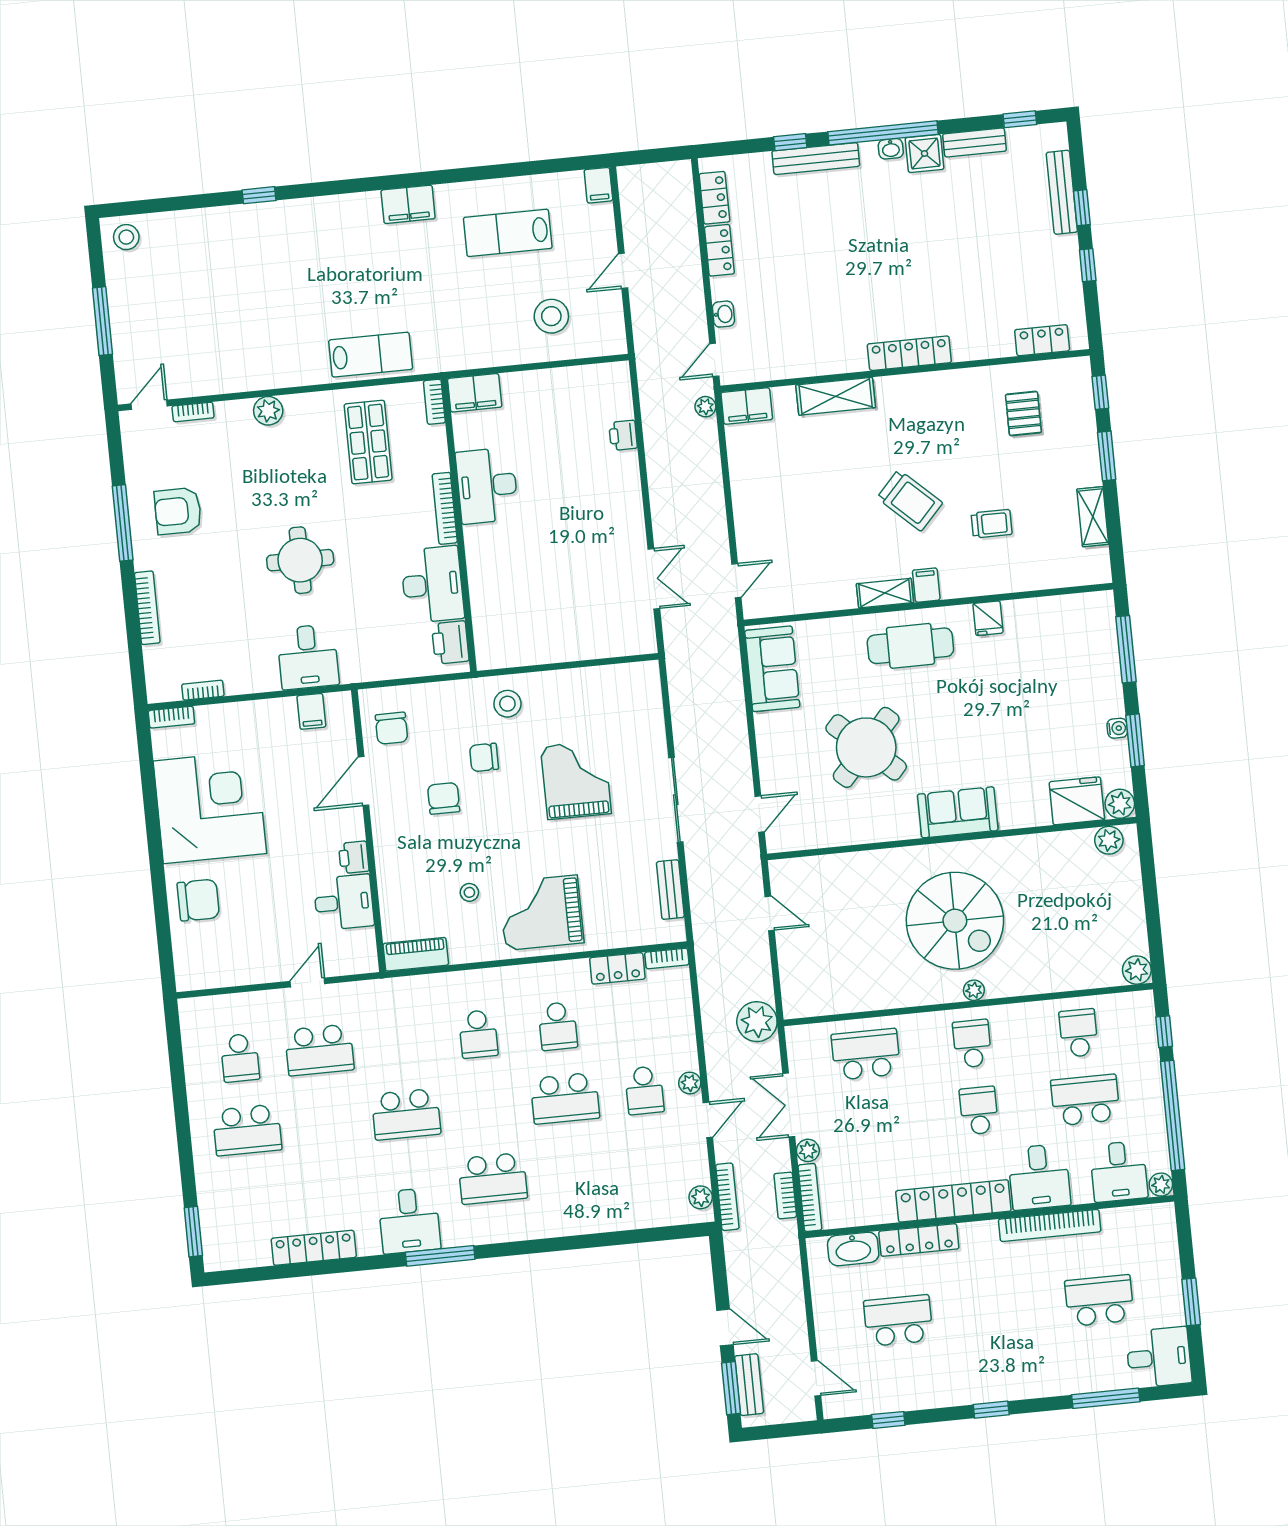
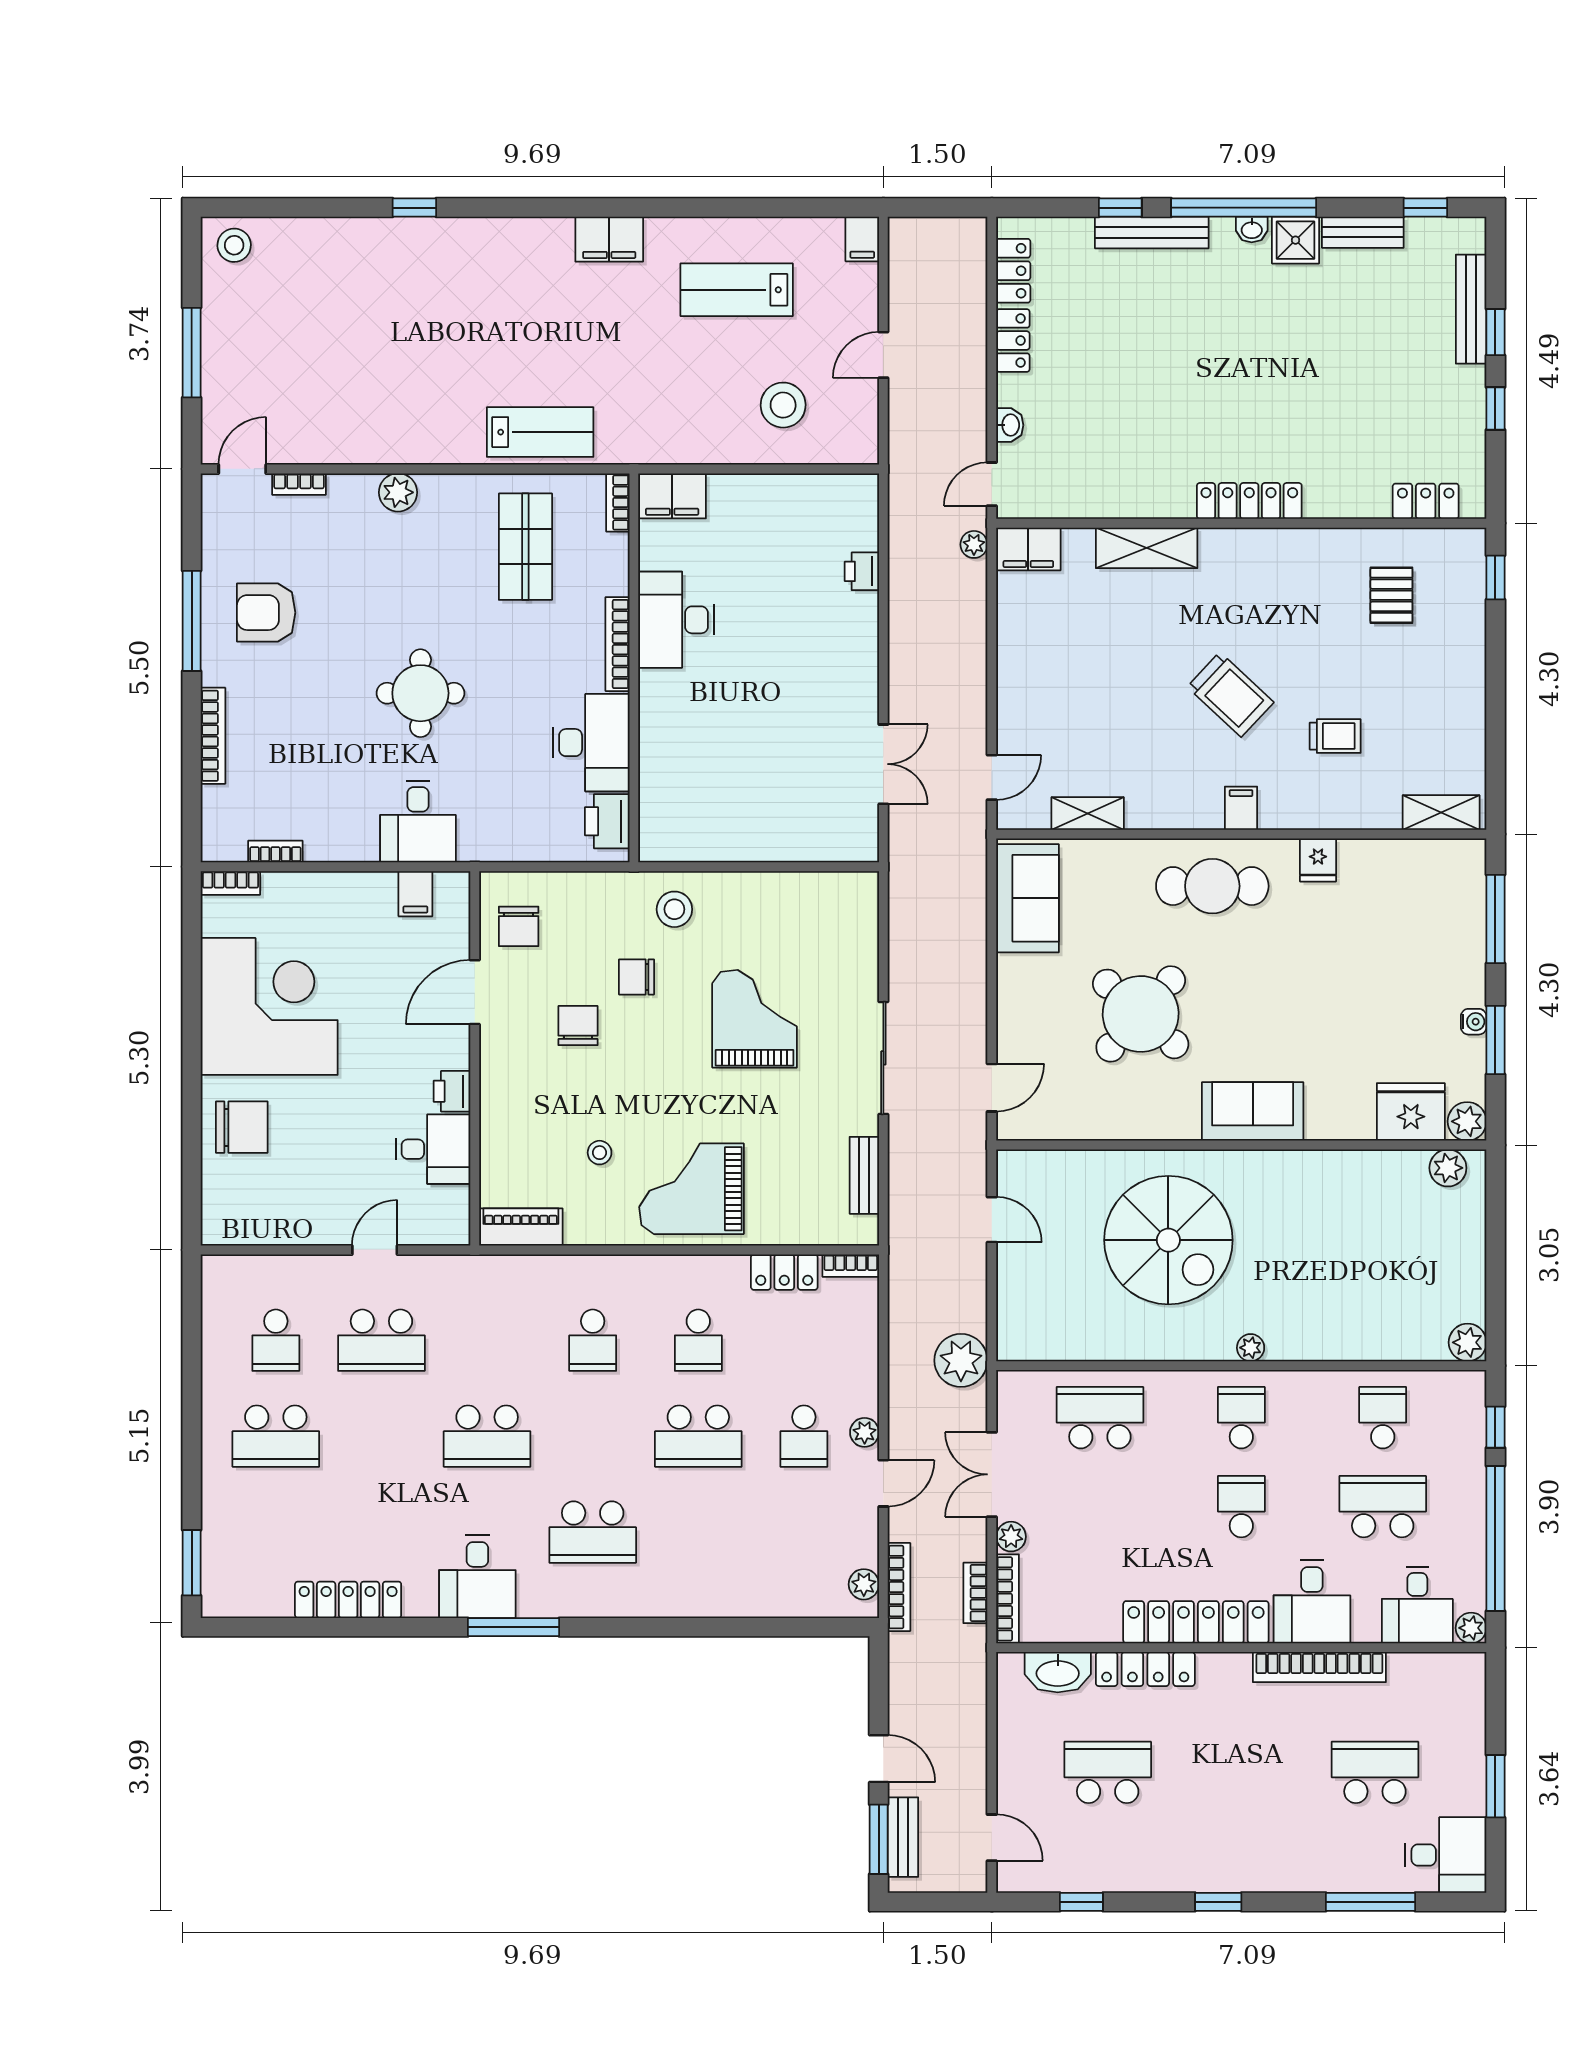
window: (1107, 456) -> (1495, 662), removed
shelving: (1093, 517) -> (1441, 812), moved, turned 90
shelving: (885, 593) -> (1088, 813), moved
spiral stairs: (955, 921) -> (1168, 1240), moved

